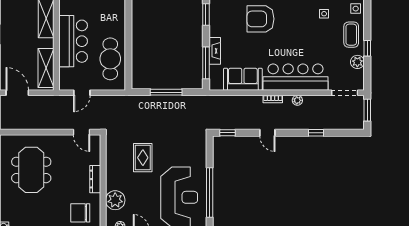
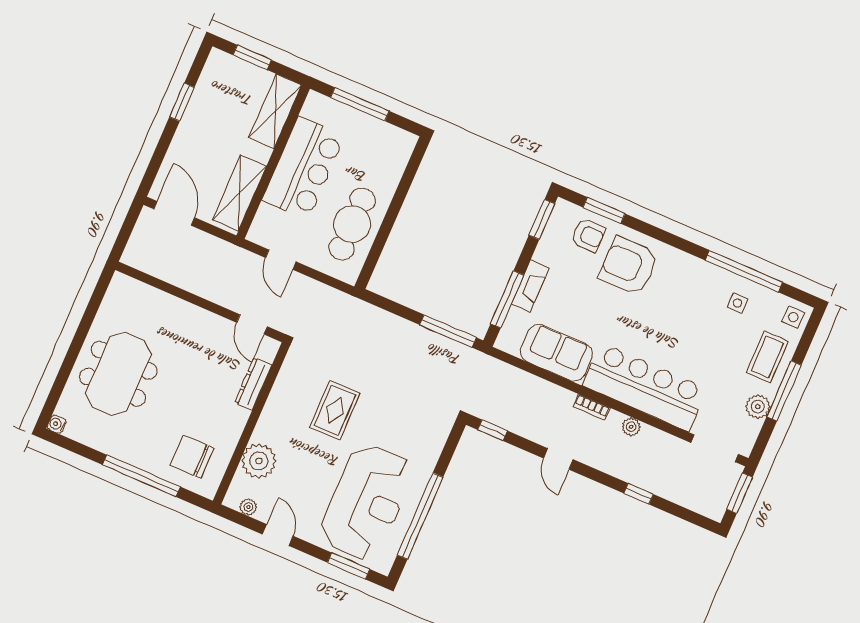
armchair: (233, 12) -> (588, 235), added
window: (367, 48) -> (784, 391), width x2.17
window: (166, 92) -> (448, 331), moved
door: (82, 93) -> (281, 260), hinge flipped
meeting table: (31, 170) -> (118, 374), moved
dresser: (95, 179) -> (253, 384), moved

